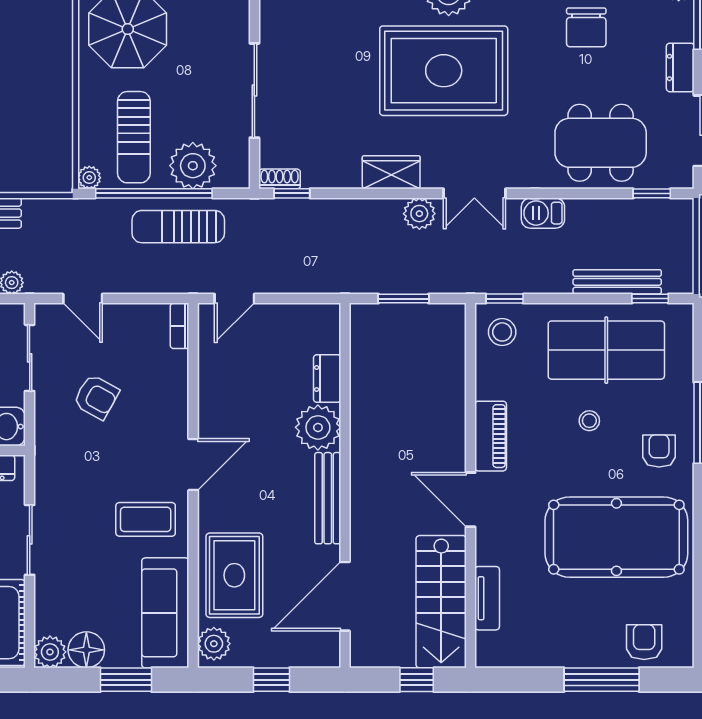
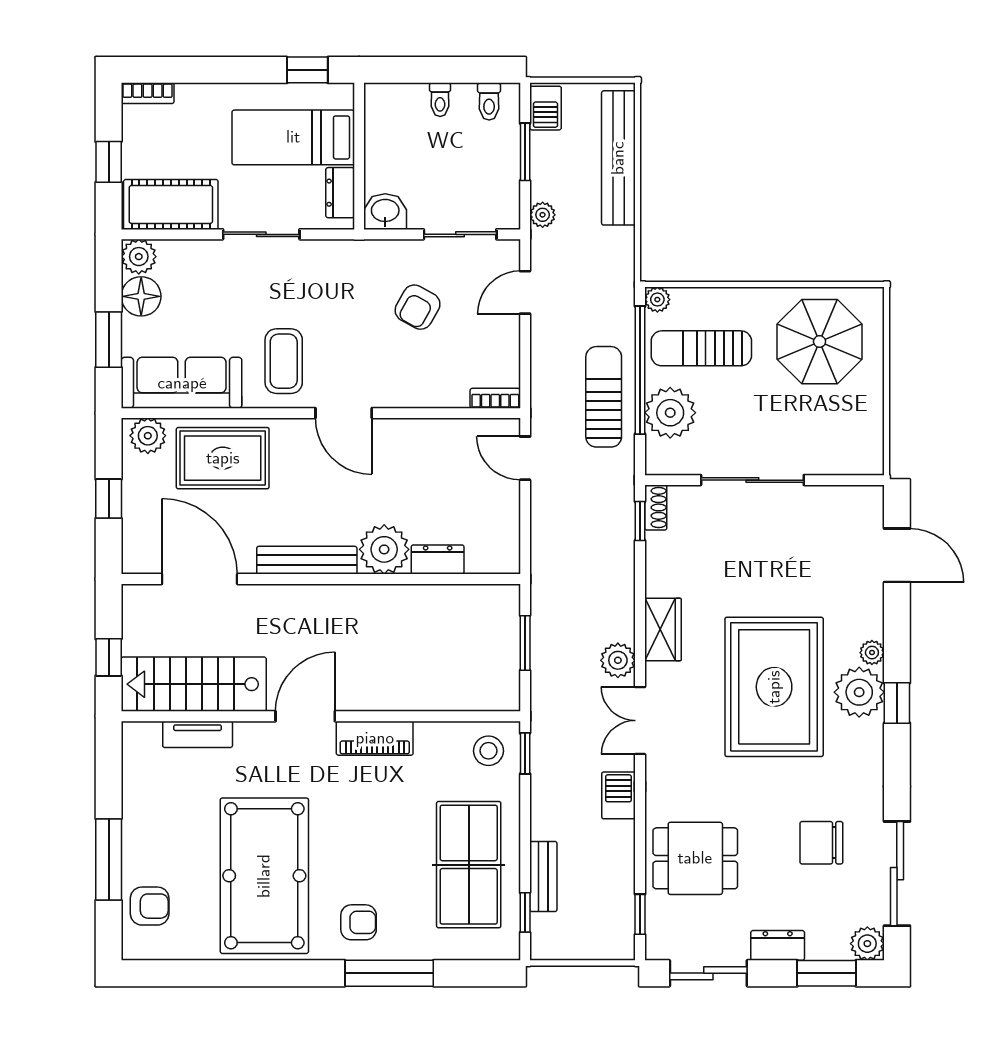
dining table: (601, 143) -> (695, 858), width x0.73
bench: (617, 282) -> (543, 876), width x0.73
stool: (589, 421) -> (392, 846), removed

